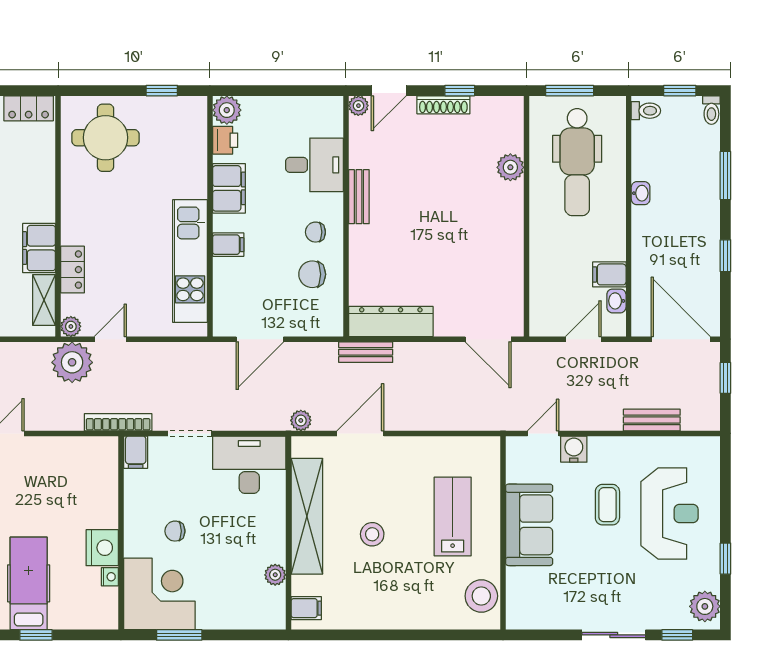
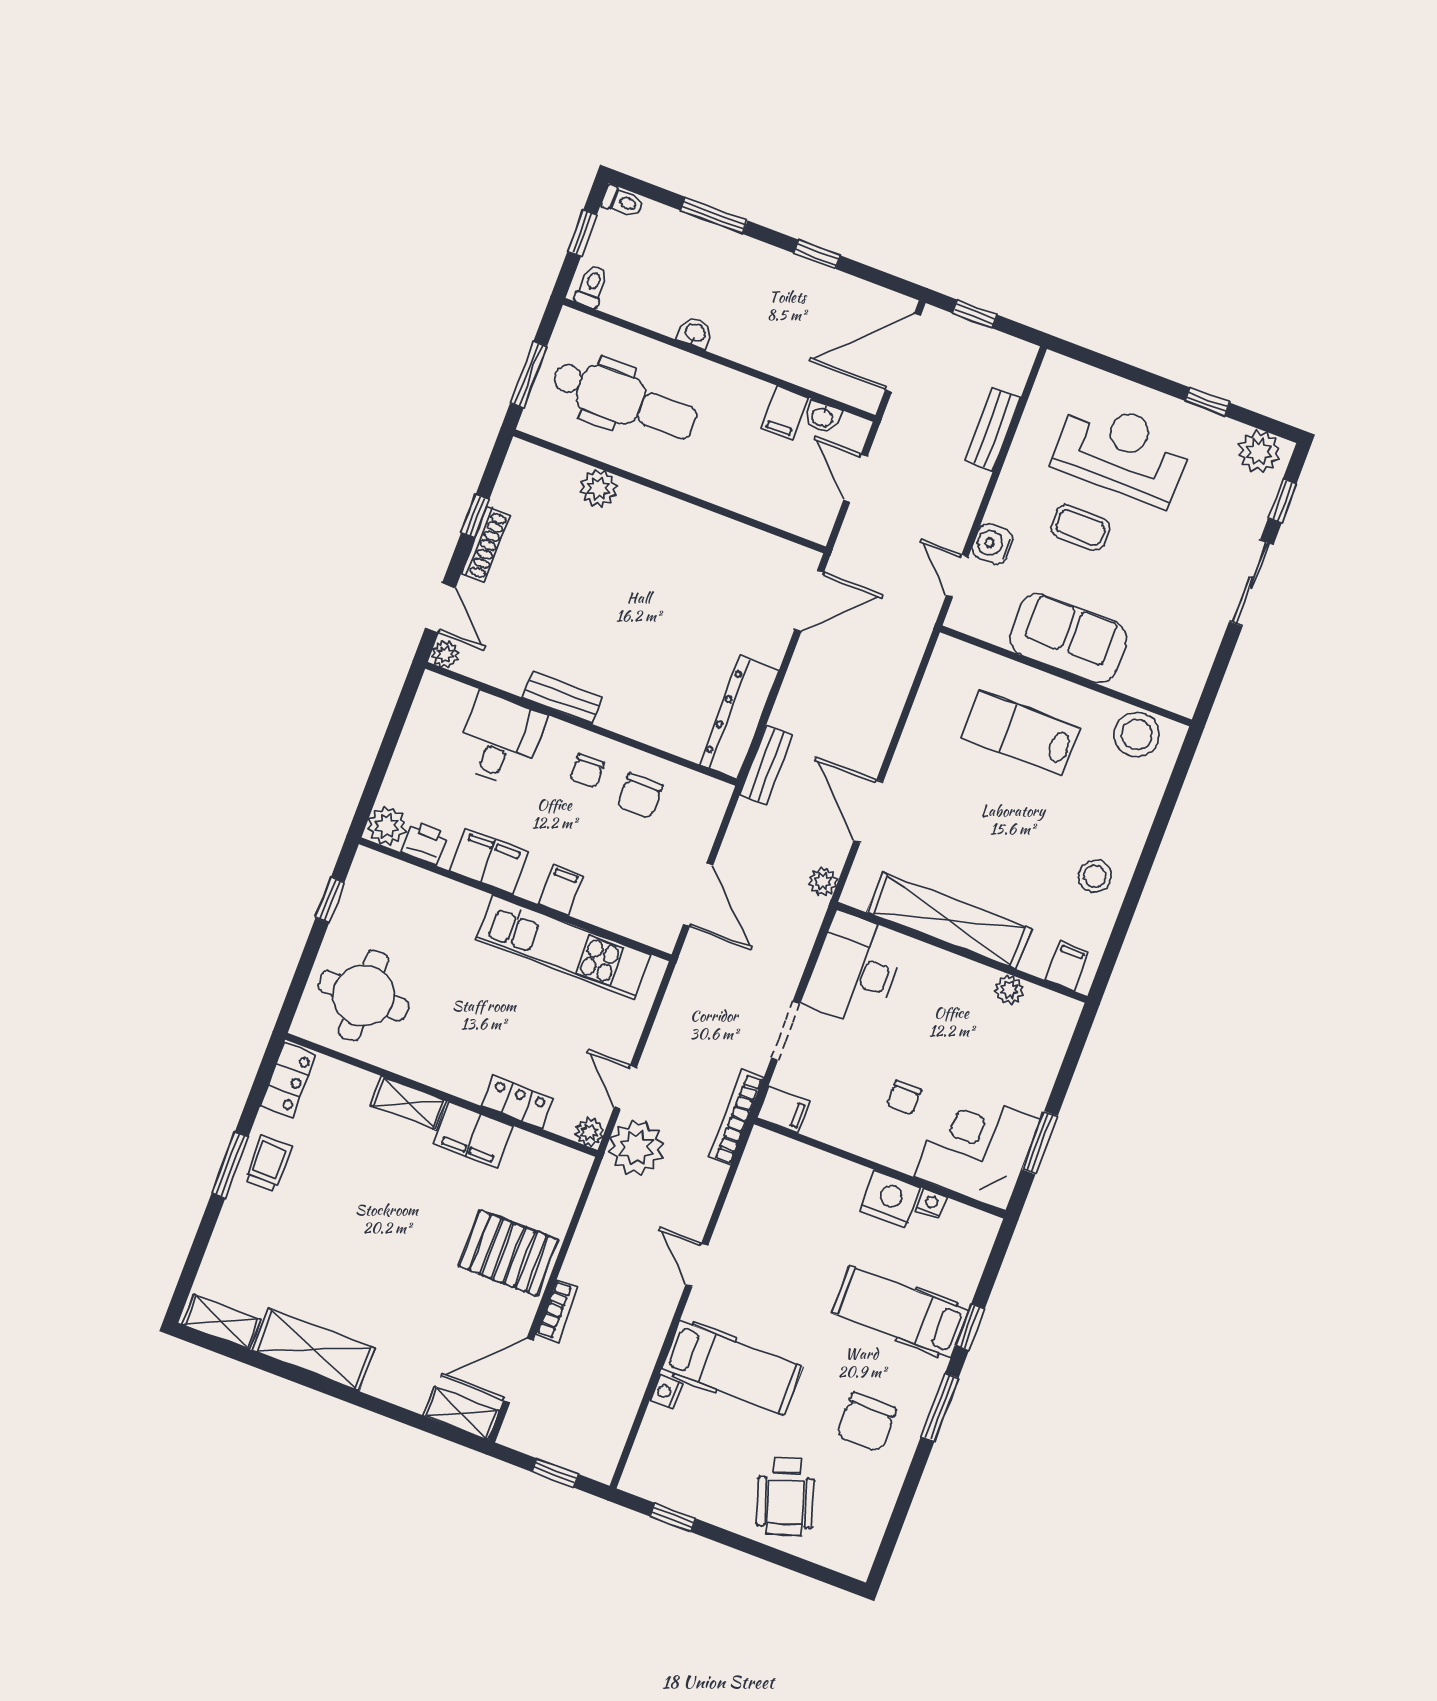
shelving: (44, 300) -> (409, 1103), moved
stool: (372, 534) -> (1095, 876), moved

